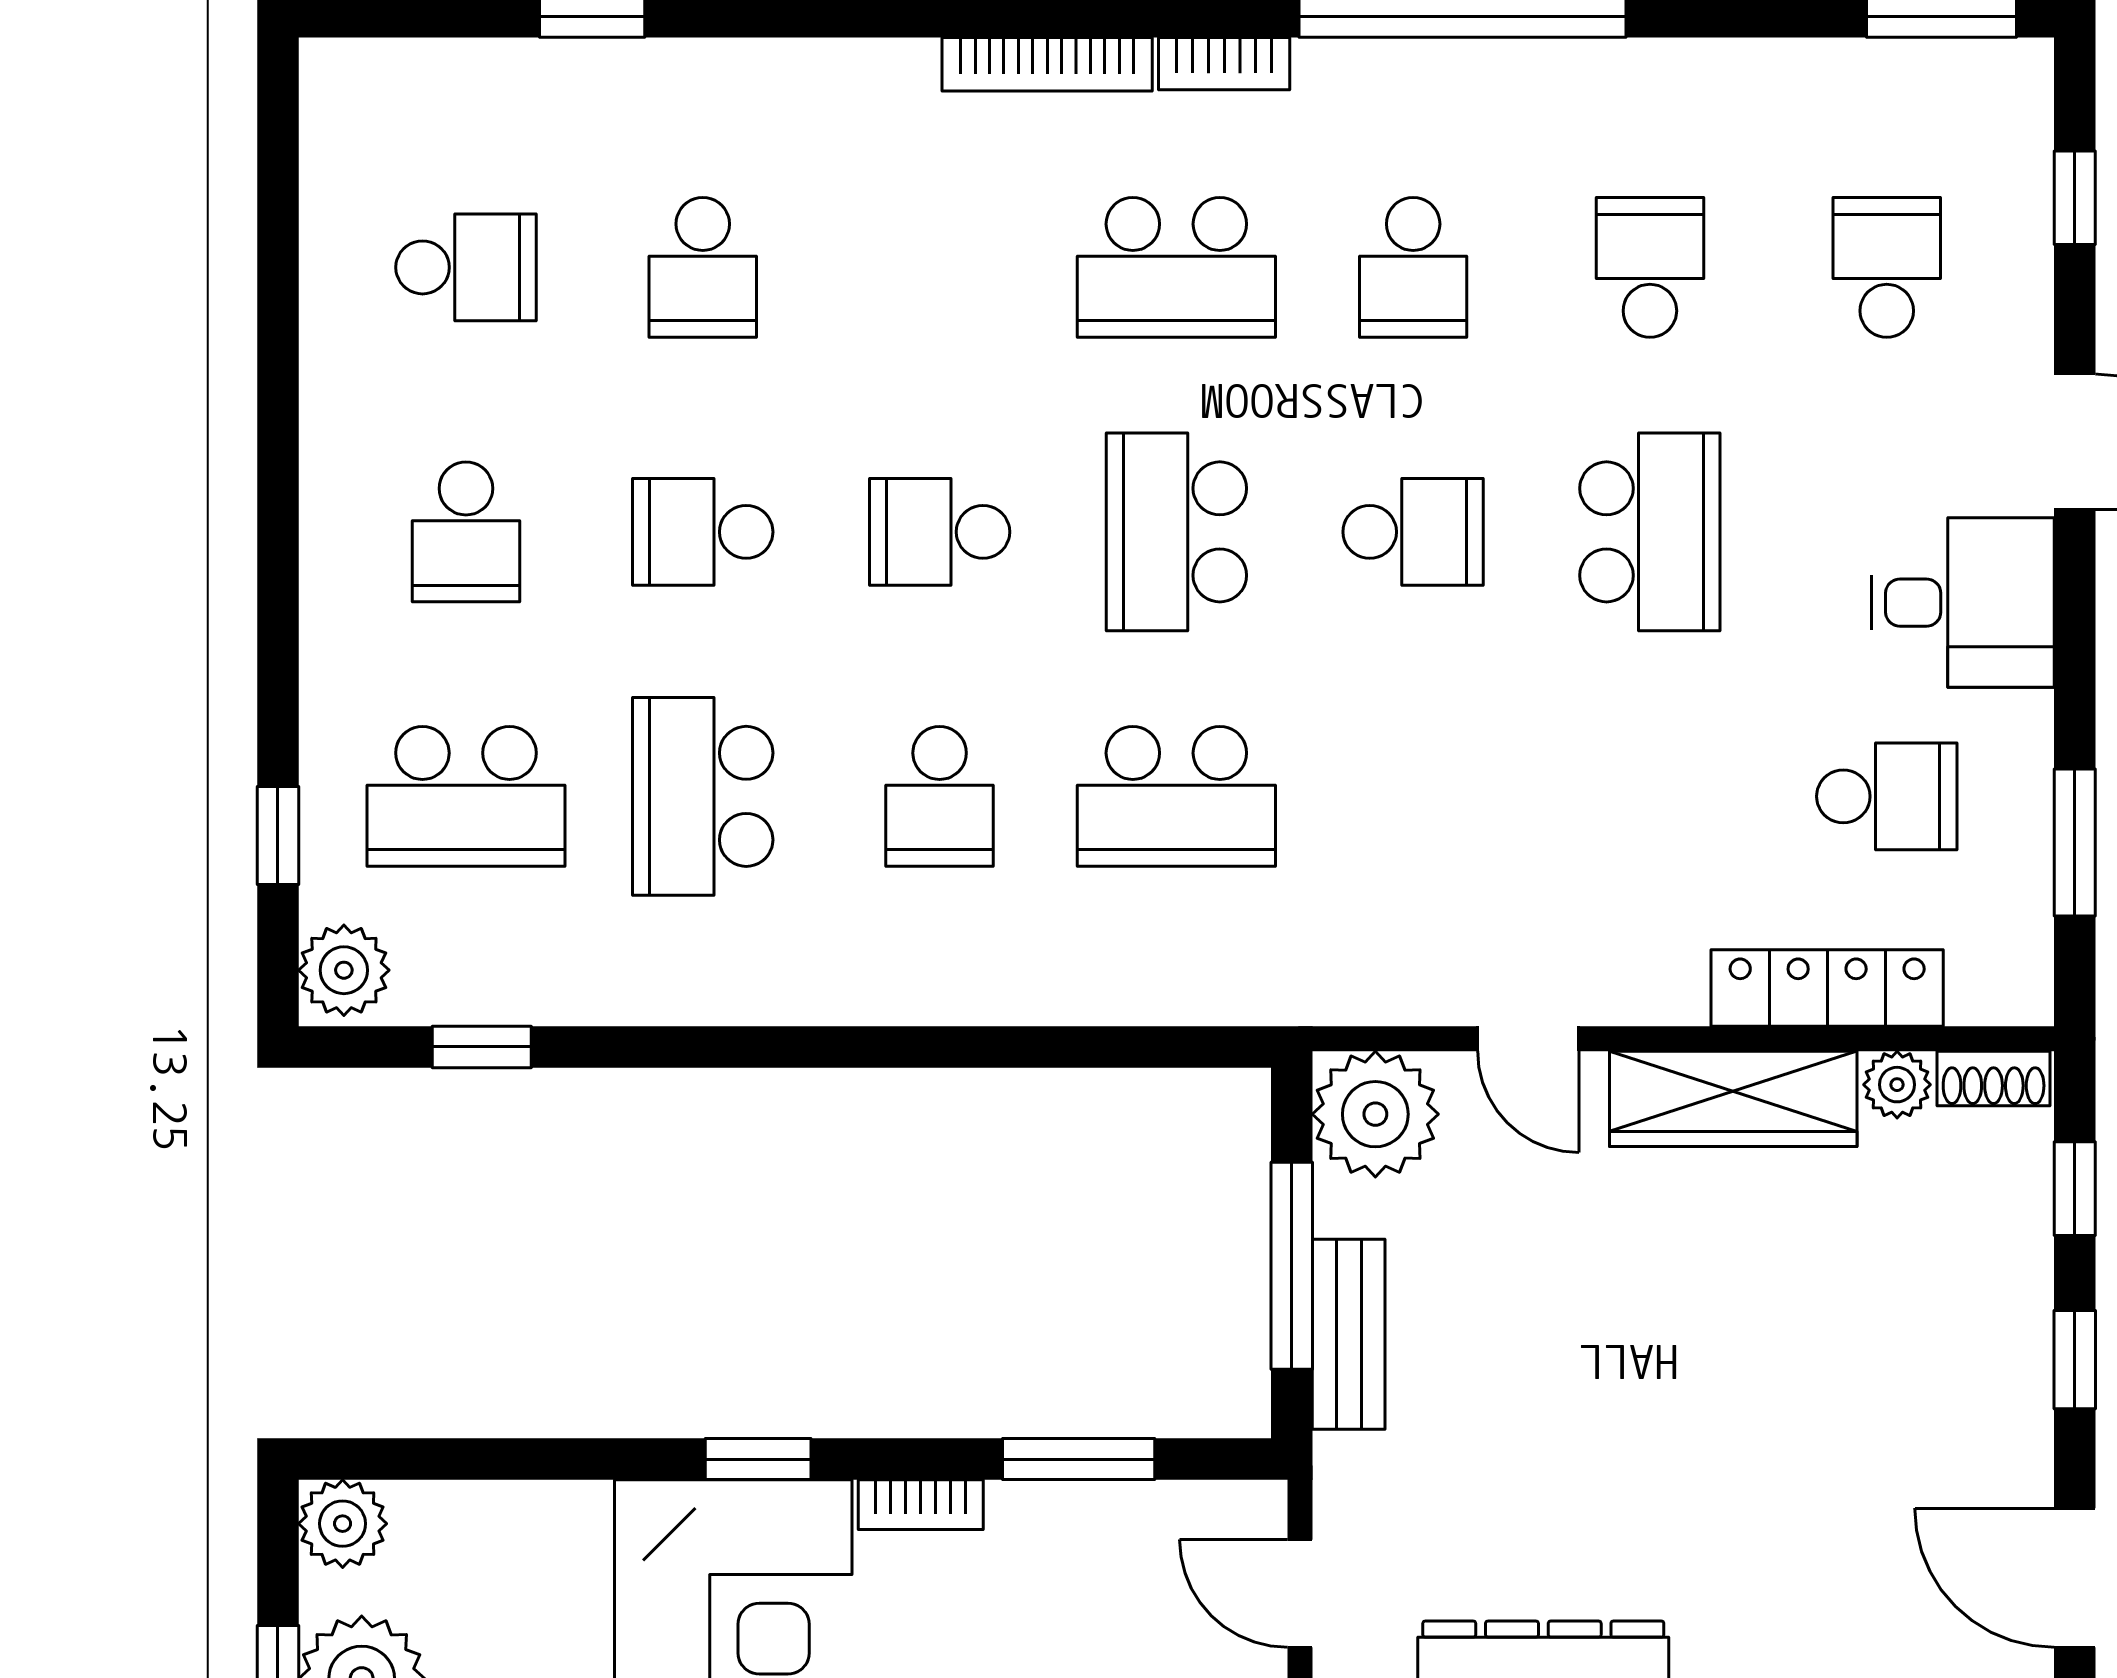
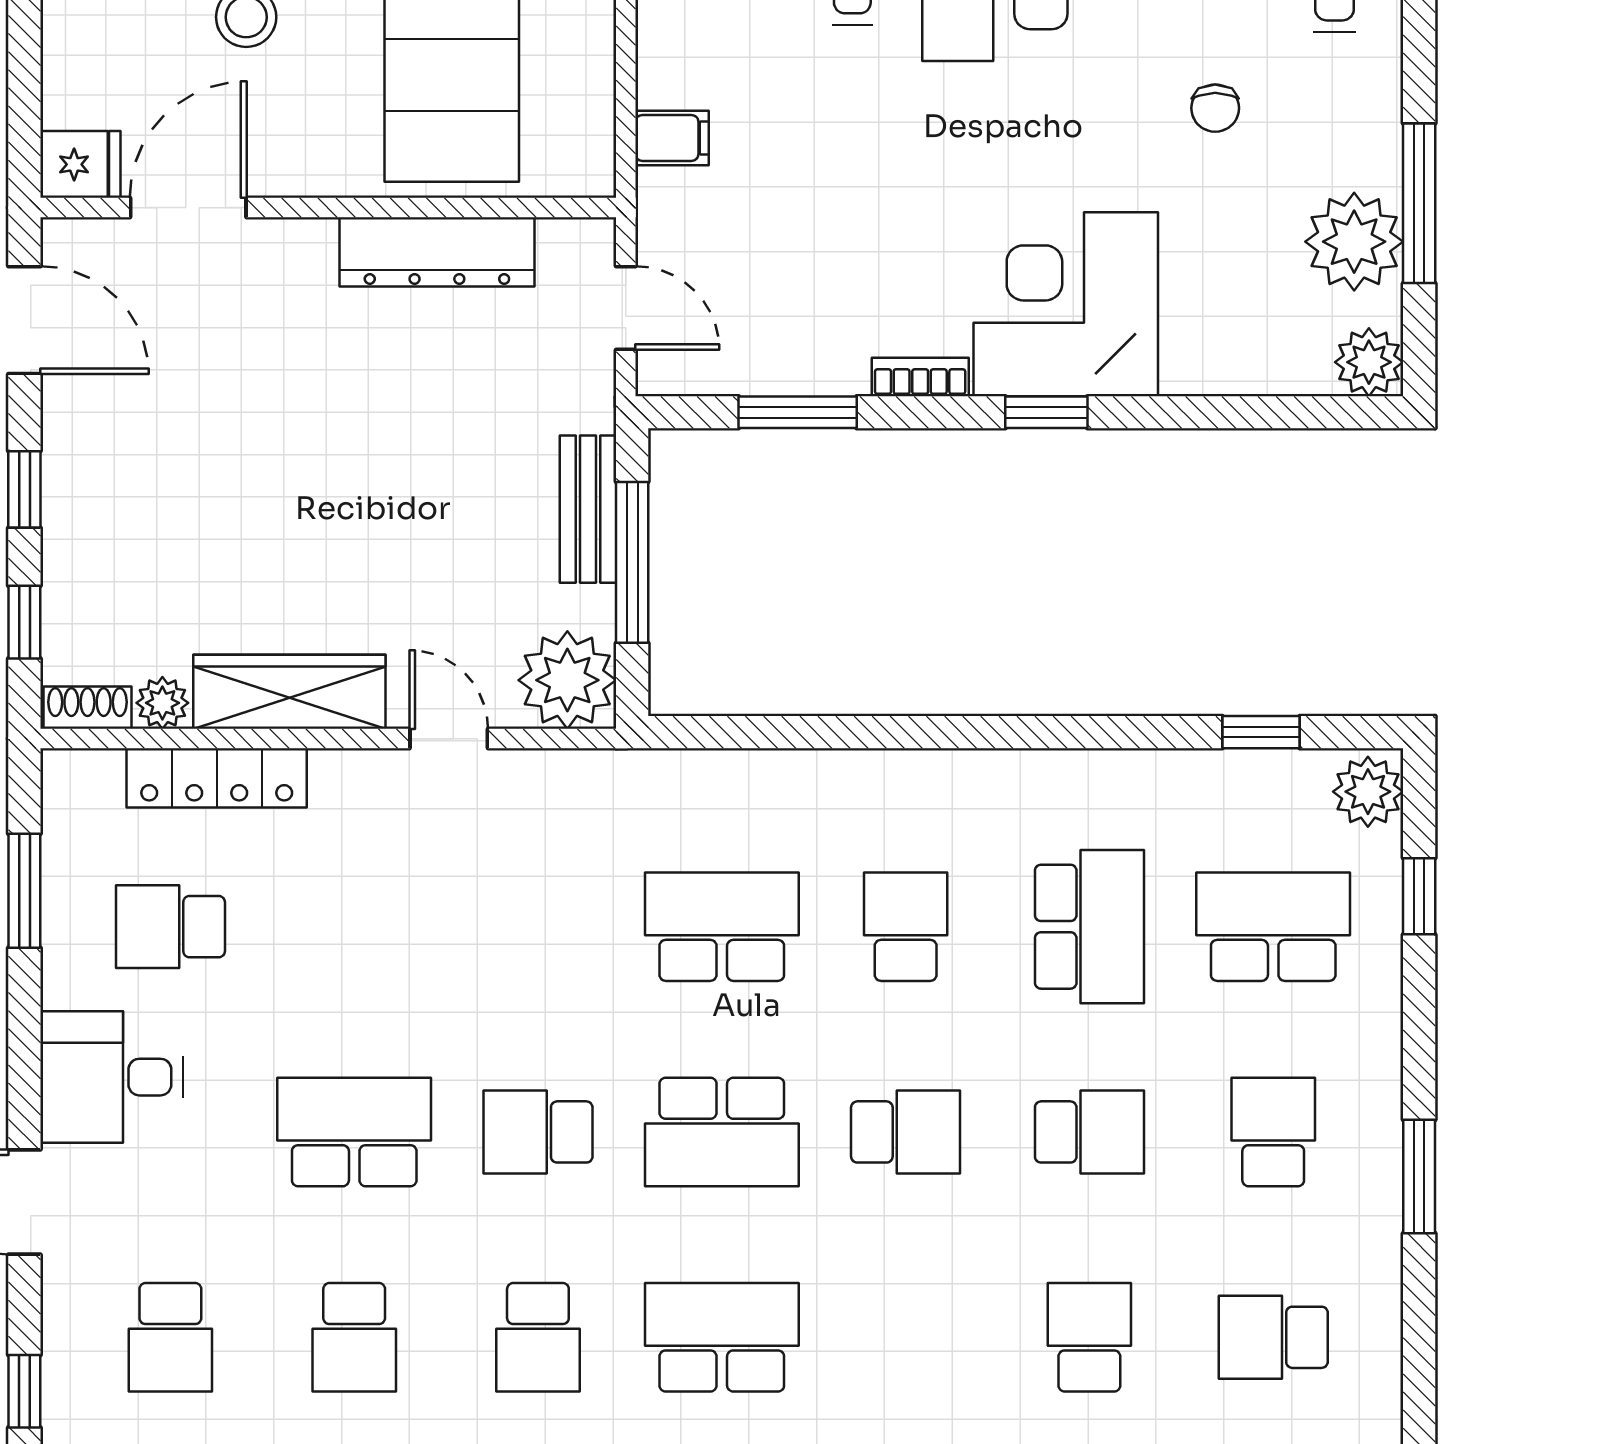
school desk: (1413, 267) -> (538, 1337), turned 180
window: (278, 474) -> (1419, 1177), added
school desk: (1176, 532) -> (722, 1132), turned 90
school desk: (1650, 532) -> (354, 1132), turned 90

